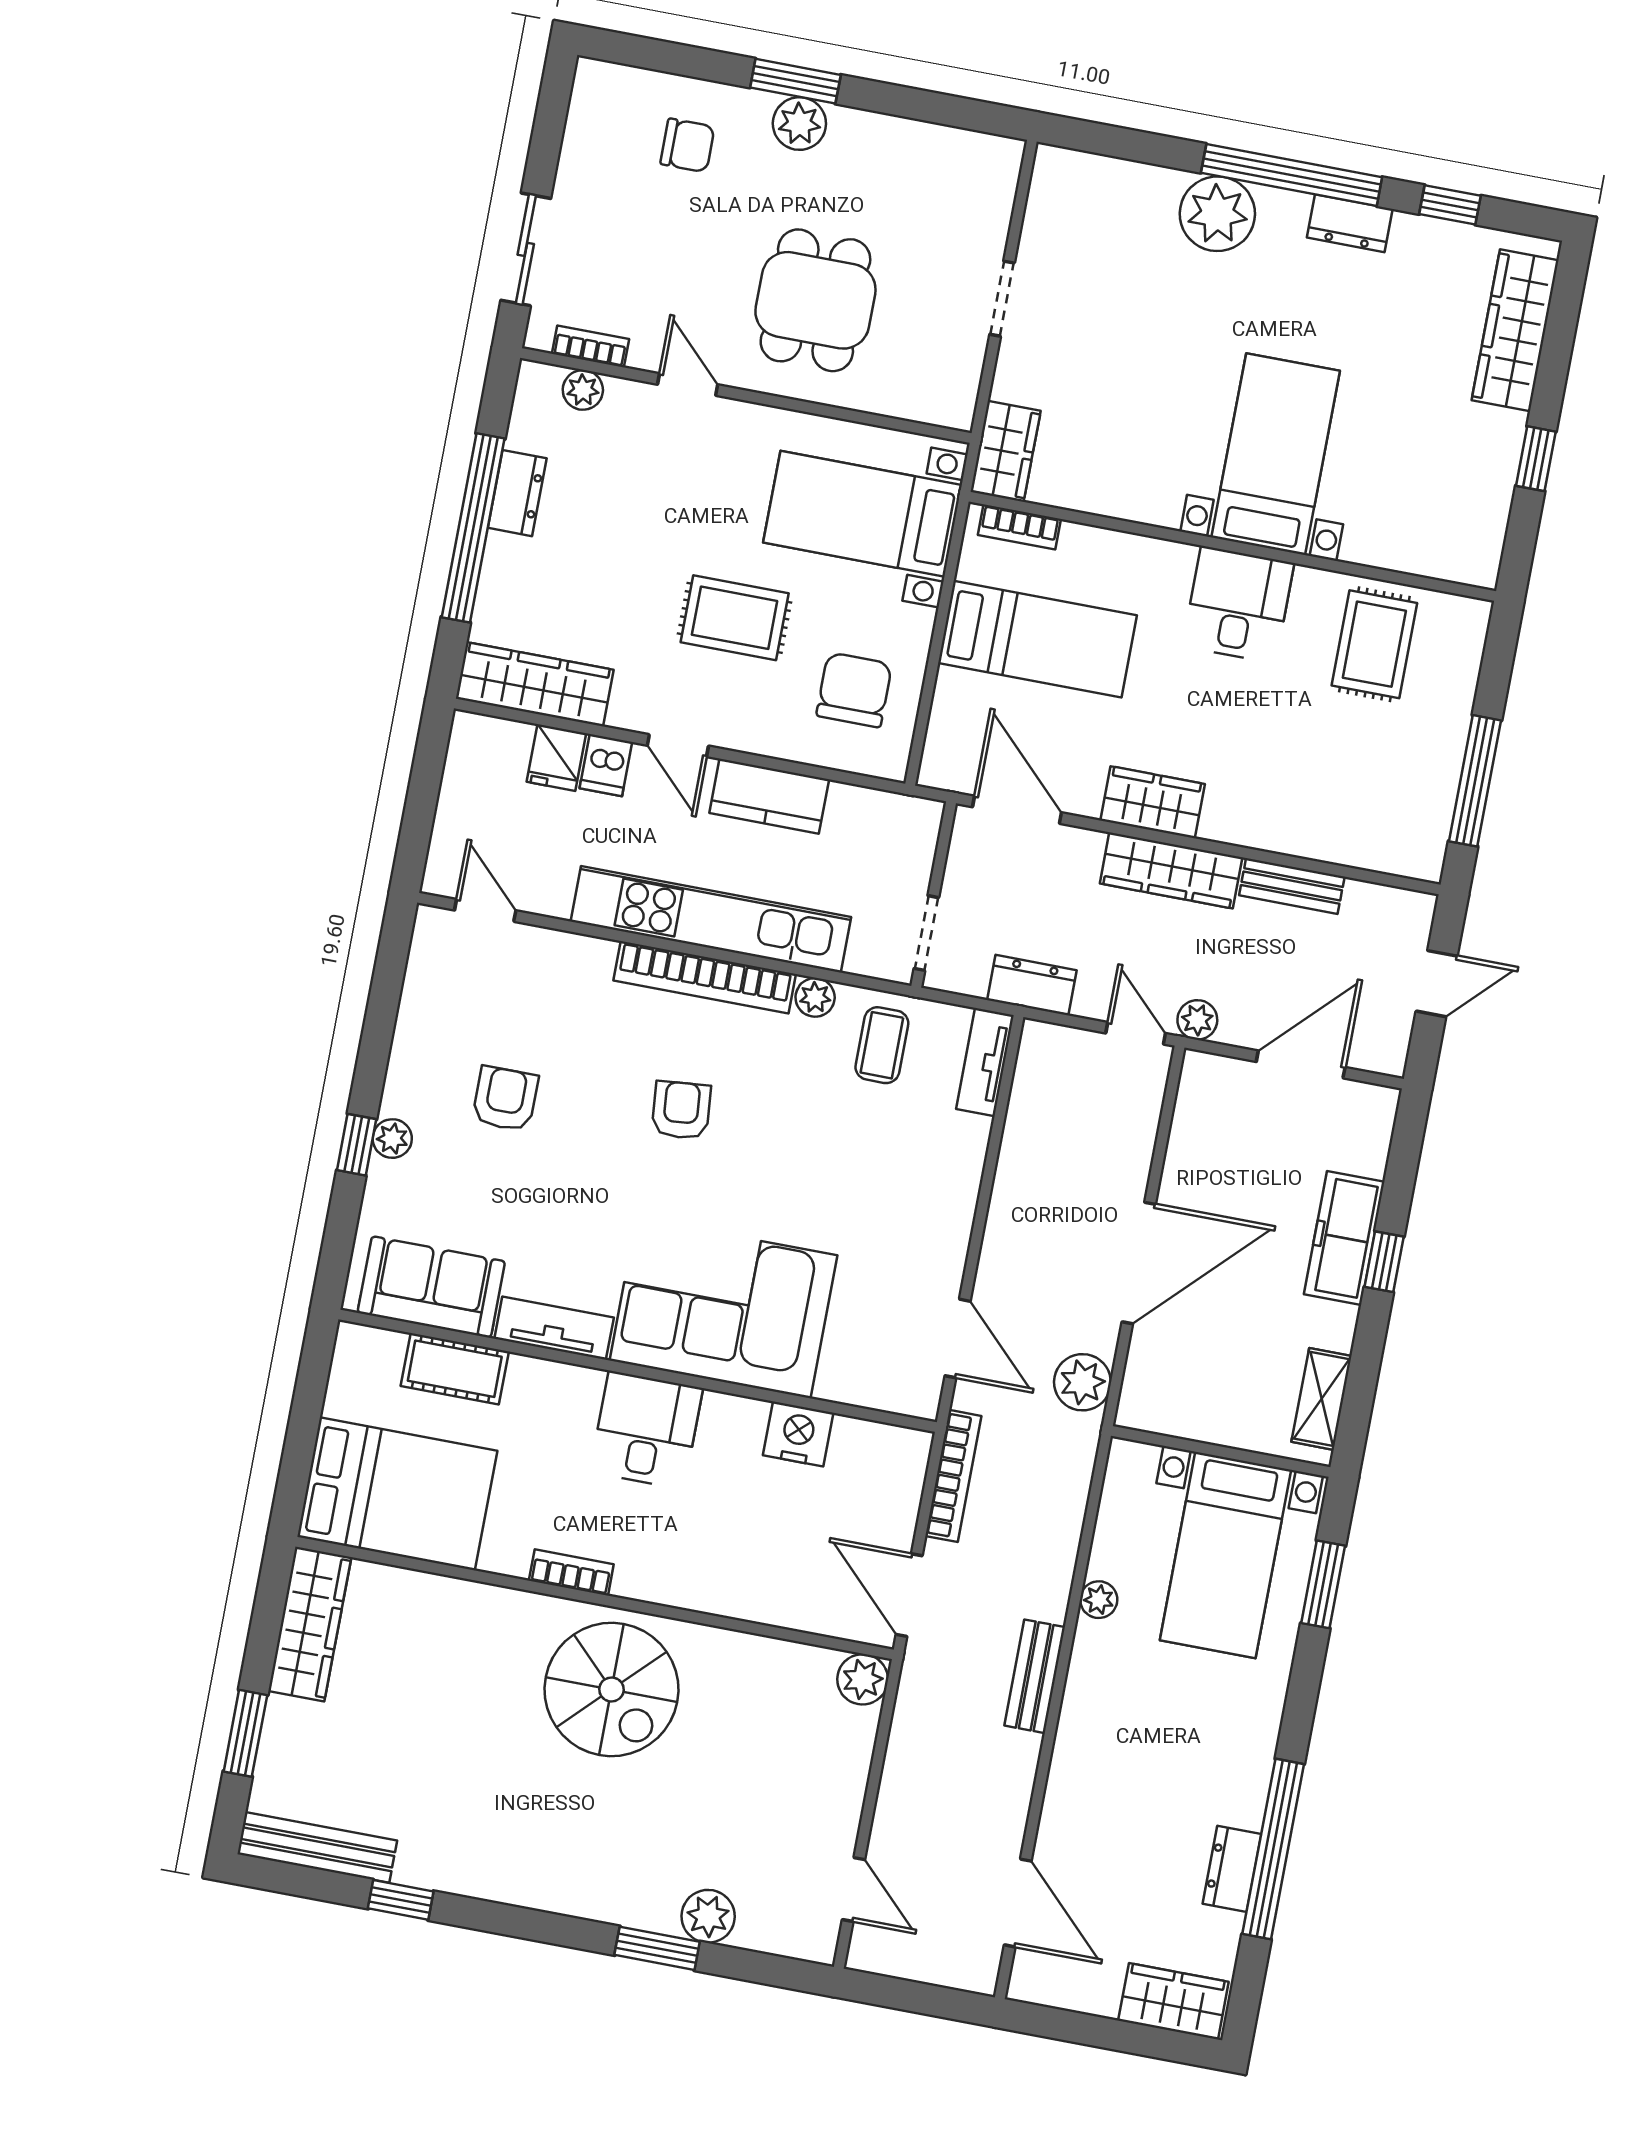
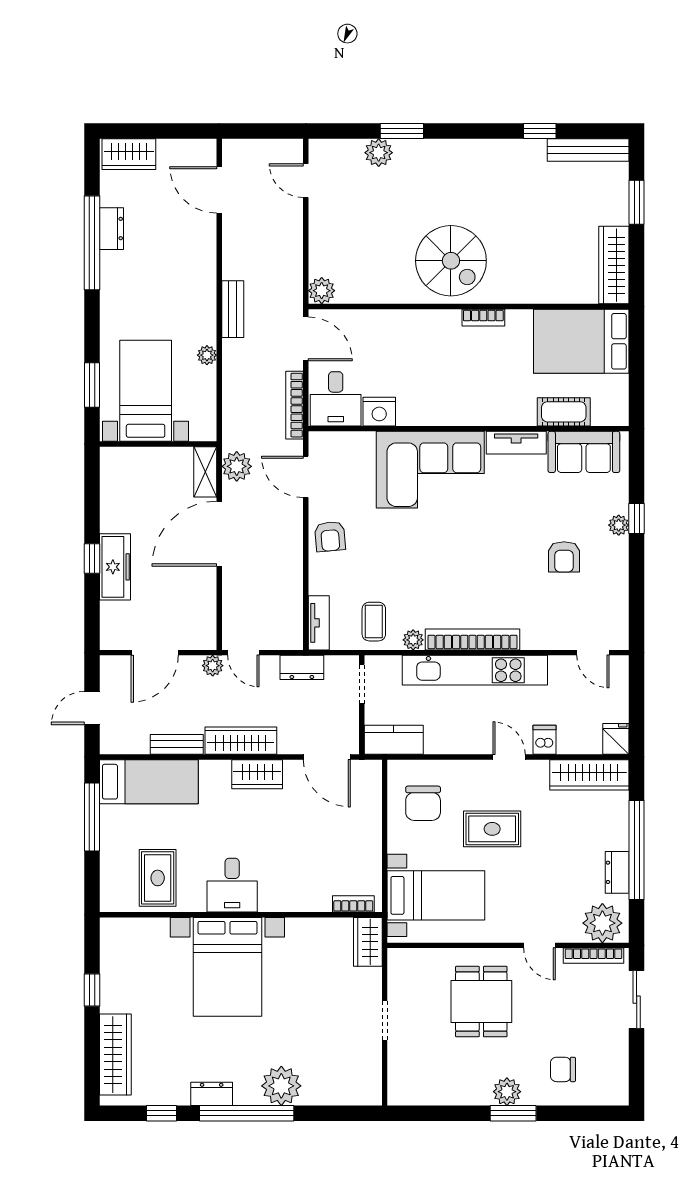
bookcase: (590, 346) -> (594, 956), width x1.56
plant: (583, 390) -> (602, 923), width x1.87, depth x1.87
bed with nightstands: (1276, 454) -> (227, 967), width x1.36
bed: (1038, 639) -> (149, 782), moved, turned 180
fridge: (556, 758) -> (616, 739), moved
kitchen counter: (769, 796) -> (394, 740), moved
armchair: (681, 1110) -> (330, 536), moved
shelving: (1322, 1399) -> (205, 472), moved
desk: (646, 1430) -> (336, 399), moved
spiral stairs: (611, 1689) -> (451, 261), turned 180

